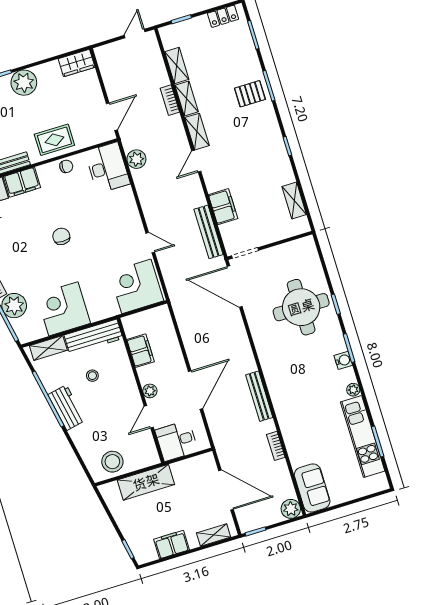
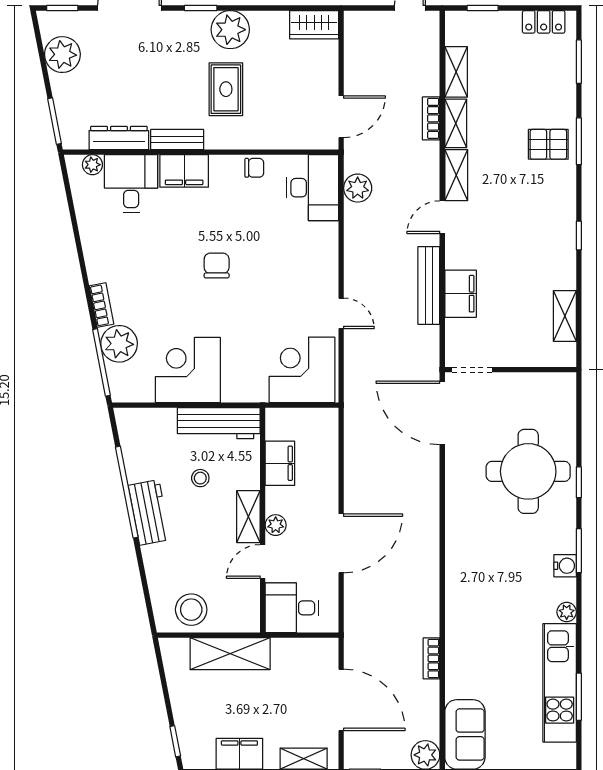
rug: (54, 140) -> (226, 89), moved, turned 90
bench: (209, 232) -> (429, 286), moved
shelving: (48, 348) -> (248, 517), moved, turned 90
bench: (259, 396) -> (429, 580), removed

